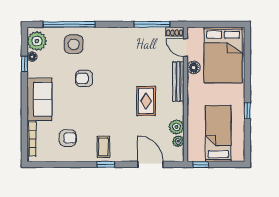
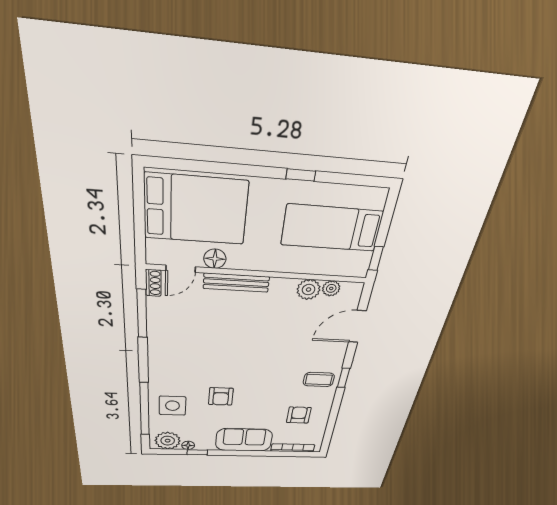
rug: (146, 101) -> (262, 327), removed

